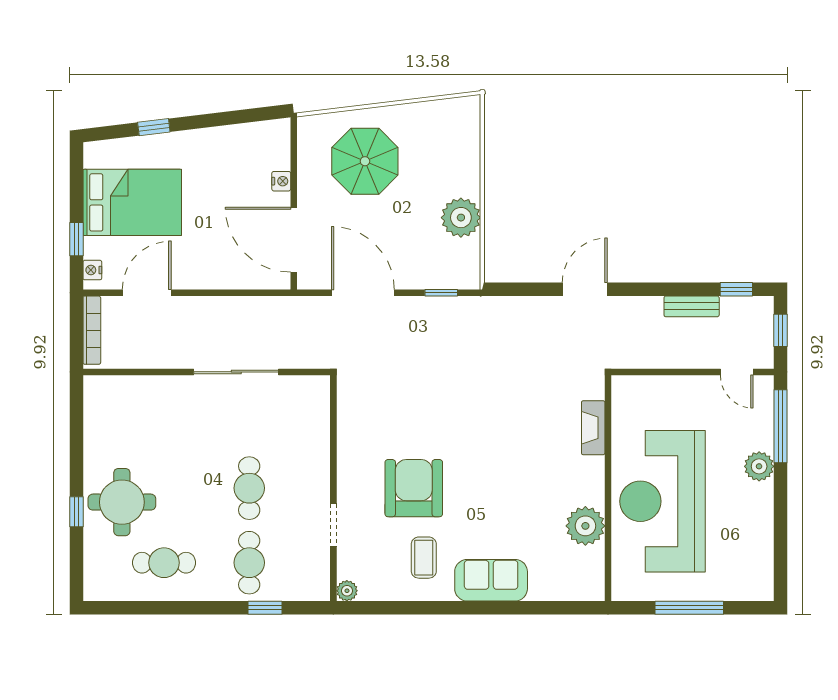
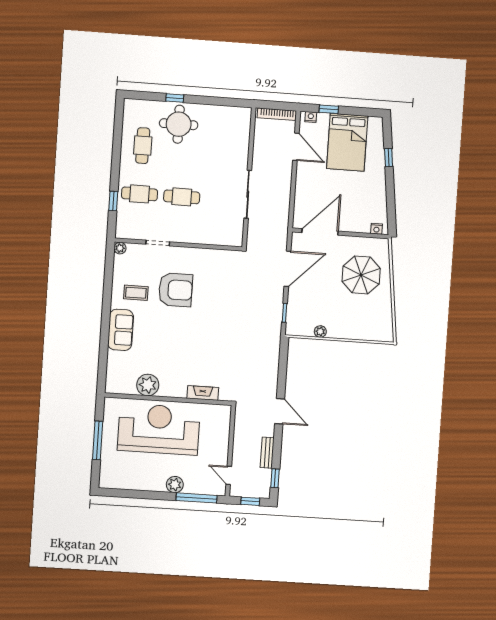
nightstand: (281, 181) -> (376, 229), moved
plant: (461, 218) -> (320, 332), width x0.53, depth x0.53
door: (585, 289) -> (280, 411), moved
door: (737, 372) -> (229, 475), hinge flipped

